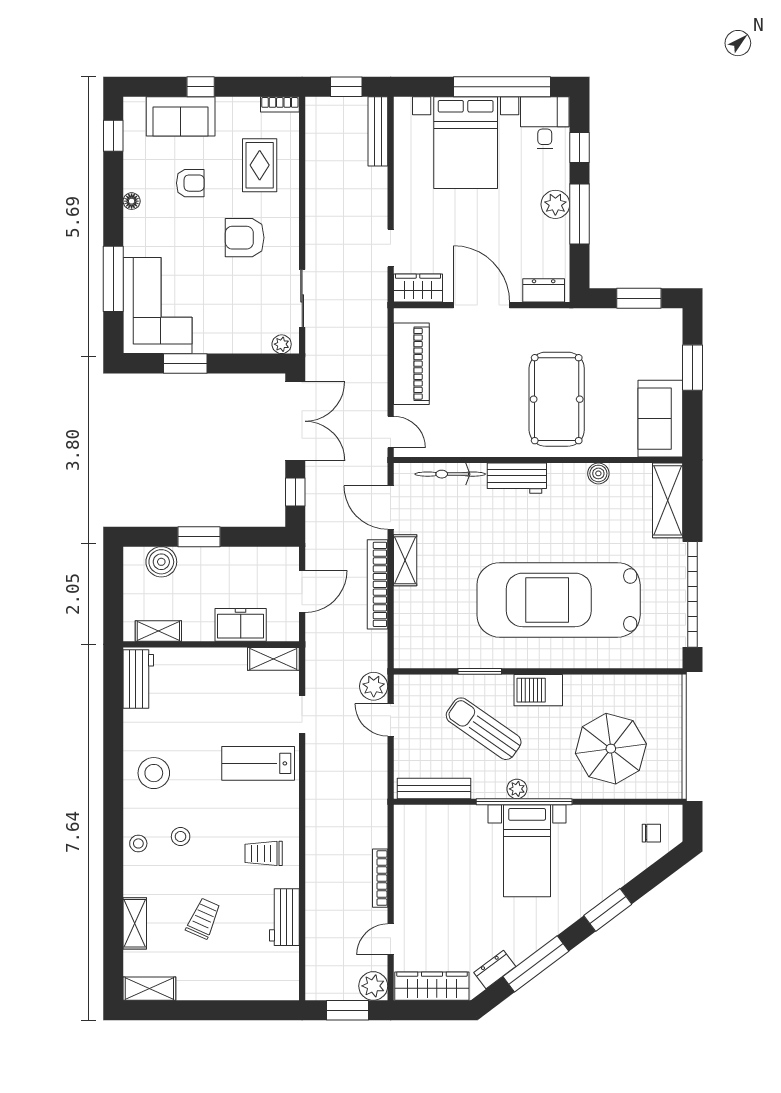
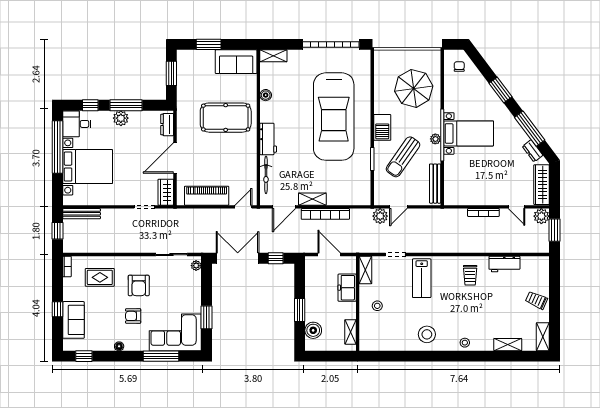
armchair: (190, 183) -> (133, 316), moved, turned -90
shelving: (668, 500) -> (273, 56), width x0.67, depth x0.75
workbench: (138, 679) -> (376, 343), removed
stool: (181, 837) -> (377, 306), moved
trolley: (203, 918) -> (536, 300), moved

